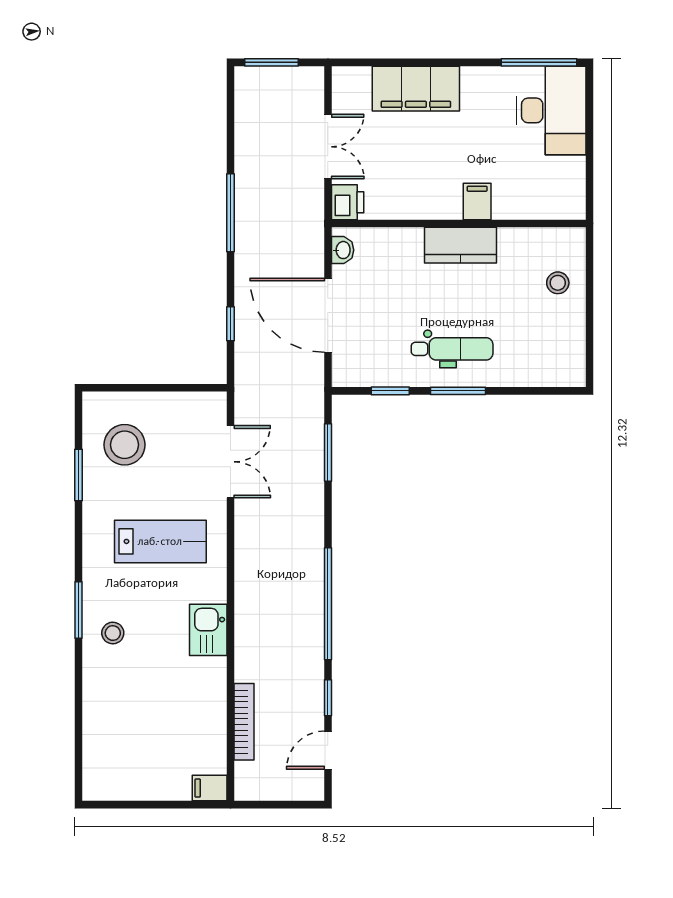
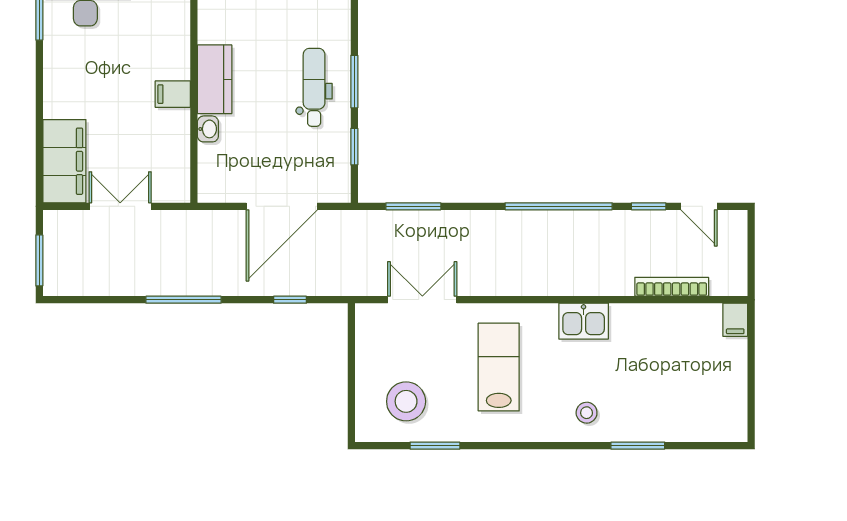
filing cabinet: (416, 89) -> (64, 161), moved
printer: (348, 202) -> (173, 187), removed
filing cabinet: (477, 202) -> (173, 94), moved
washbasin: (343, 250) -> (208, 129), moved, turned 90
window: (78, 610) -> (638, 446), moved

